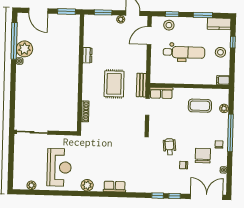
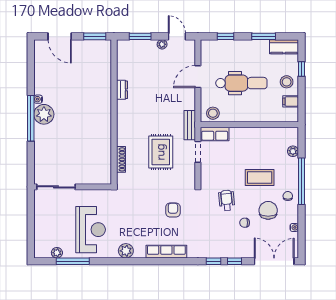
stool: (169, 25) -> (213, 113), moved
door: (149, 36) -> (198, 77), moved
window: (14, 41) -> (31, 118), moved
plant: (24, 49) -> (44, 114), moved
filing cabinet: (223, 80) -> (291, 101), moved
rug: (114, 84) -> (161, 152), moved
coffee table: (200, 106) -> (260, 178), moved
armchair: (126, 153) -> (173, 210), added
row of seats: (115, 187) -> (166, 252), width x1.48
window: (44, 193) -> (73, 261), added

